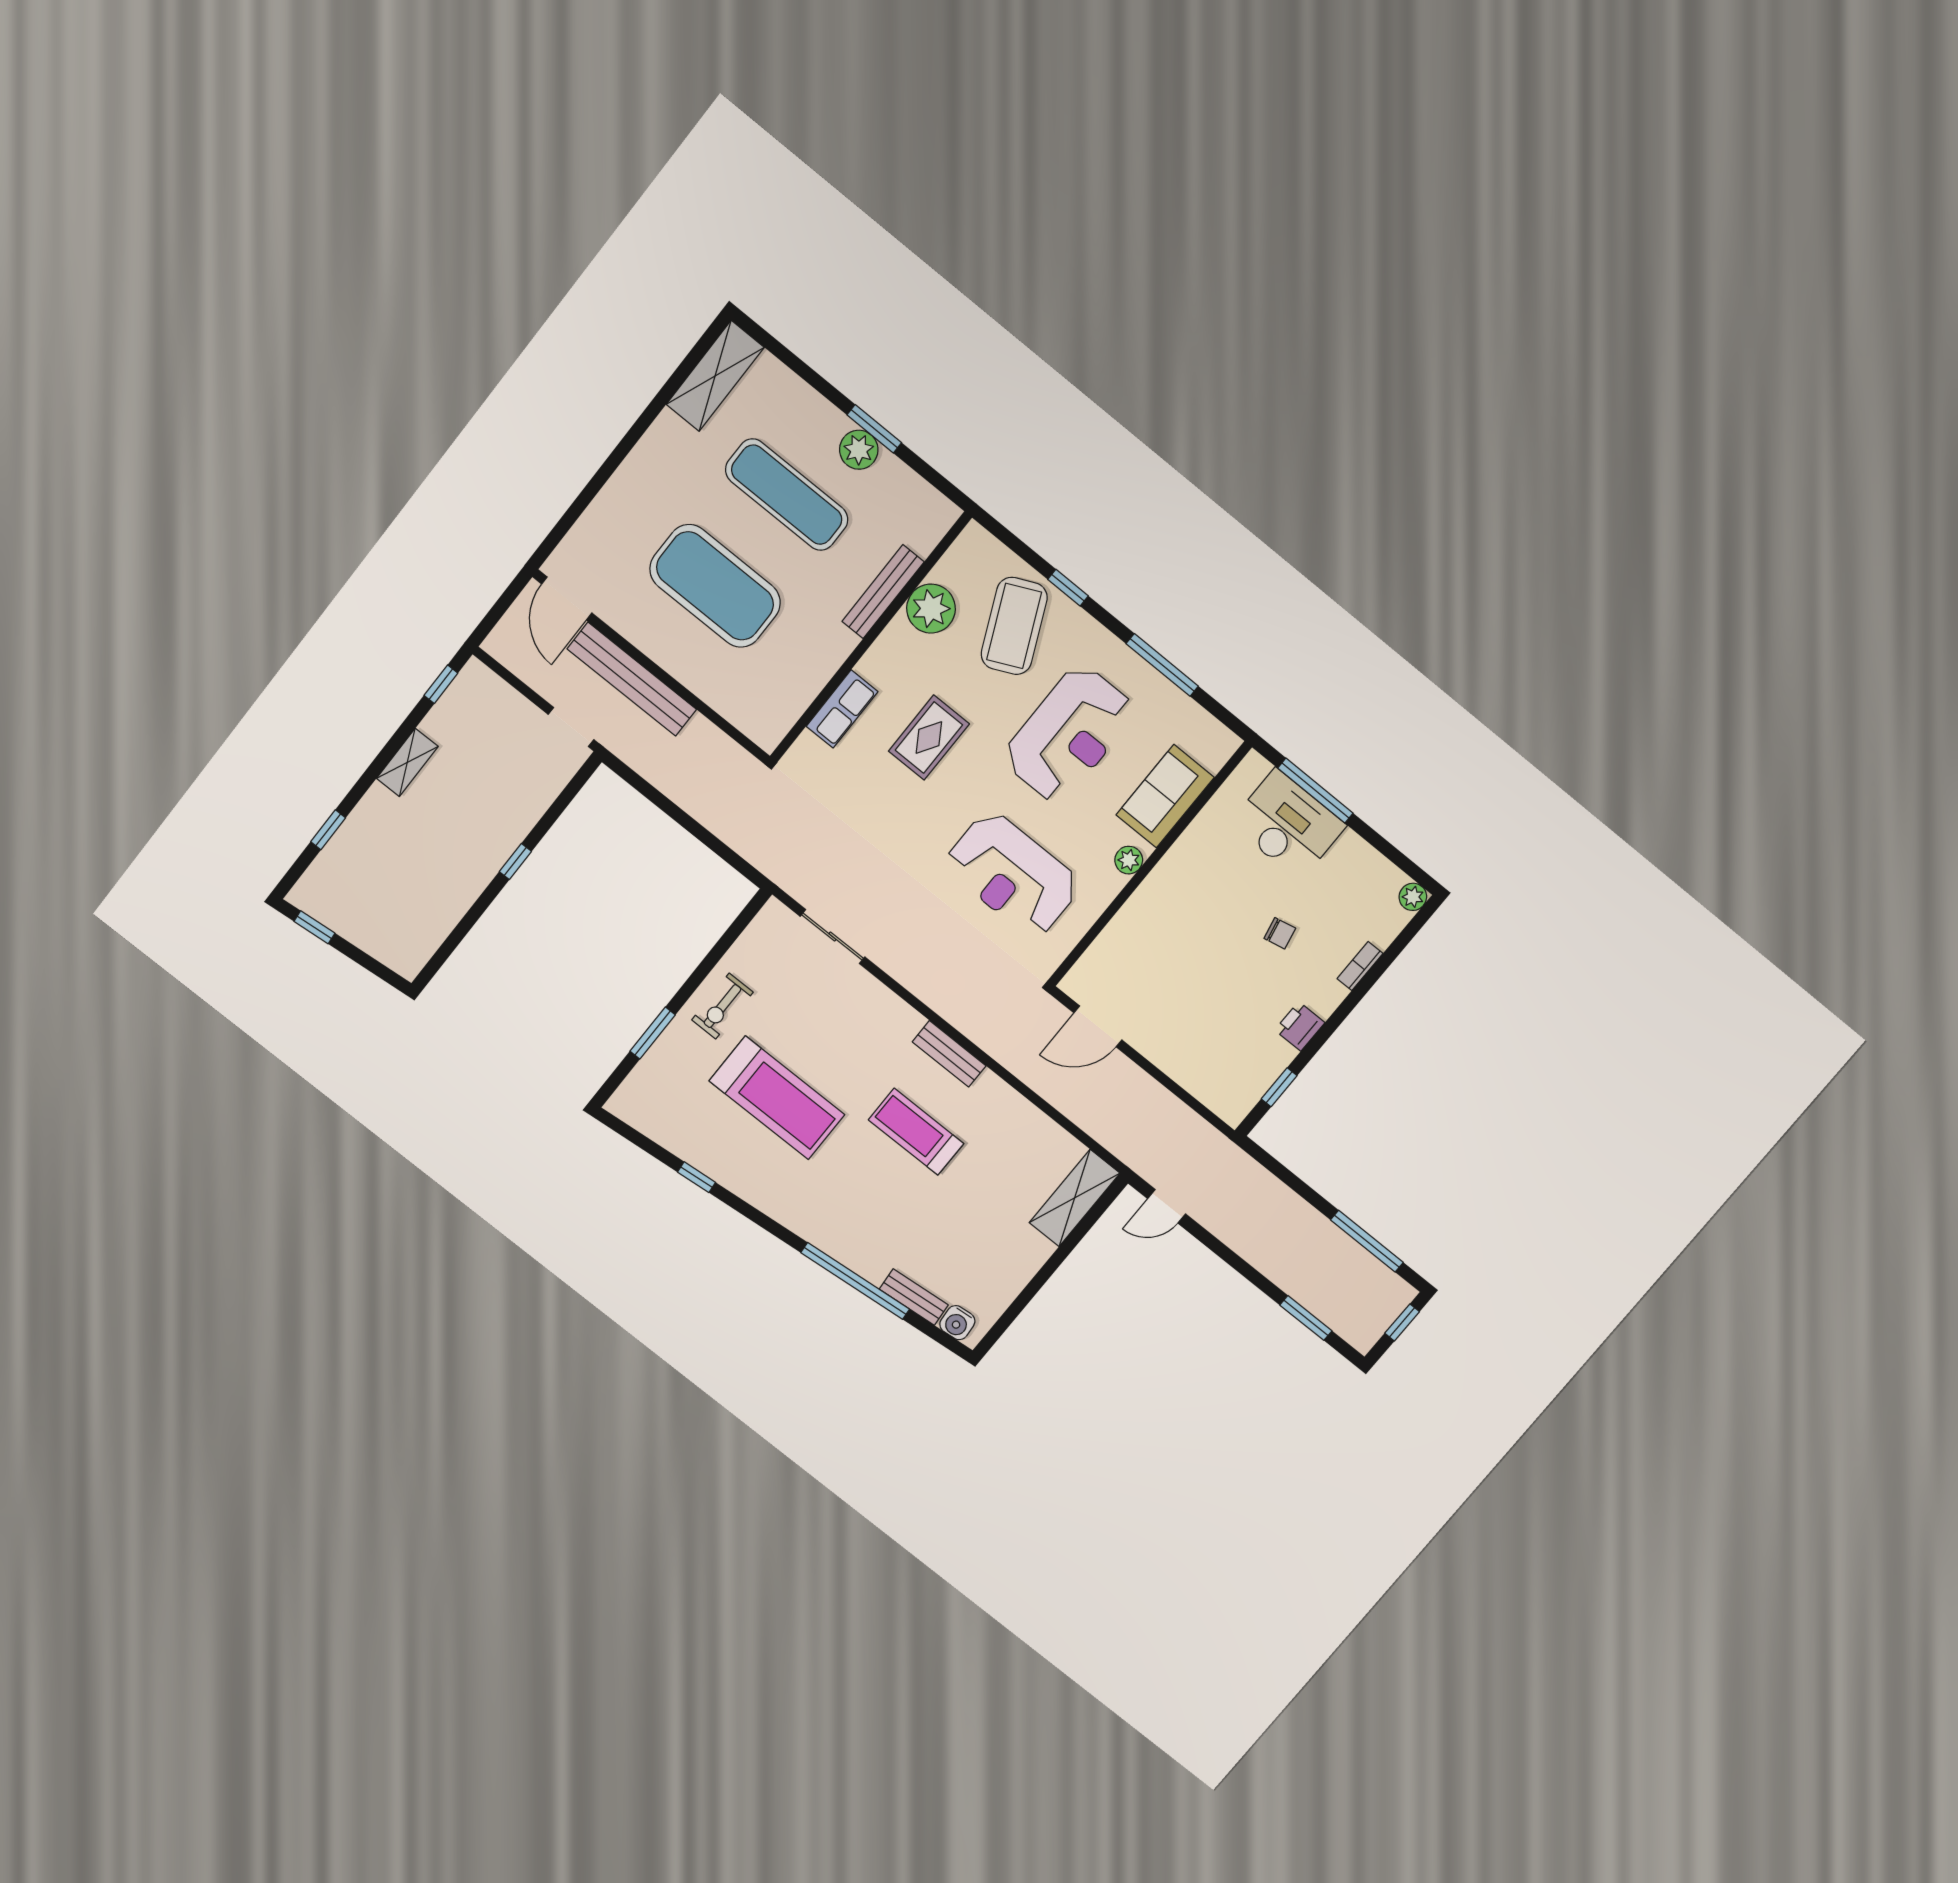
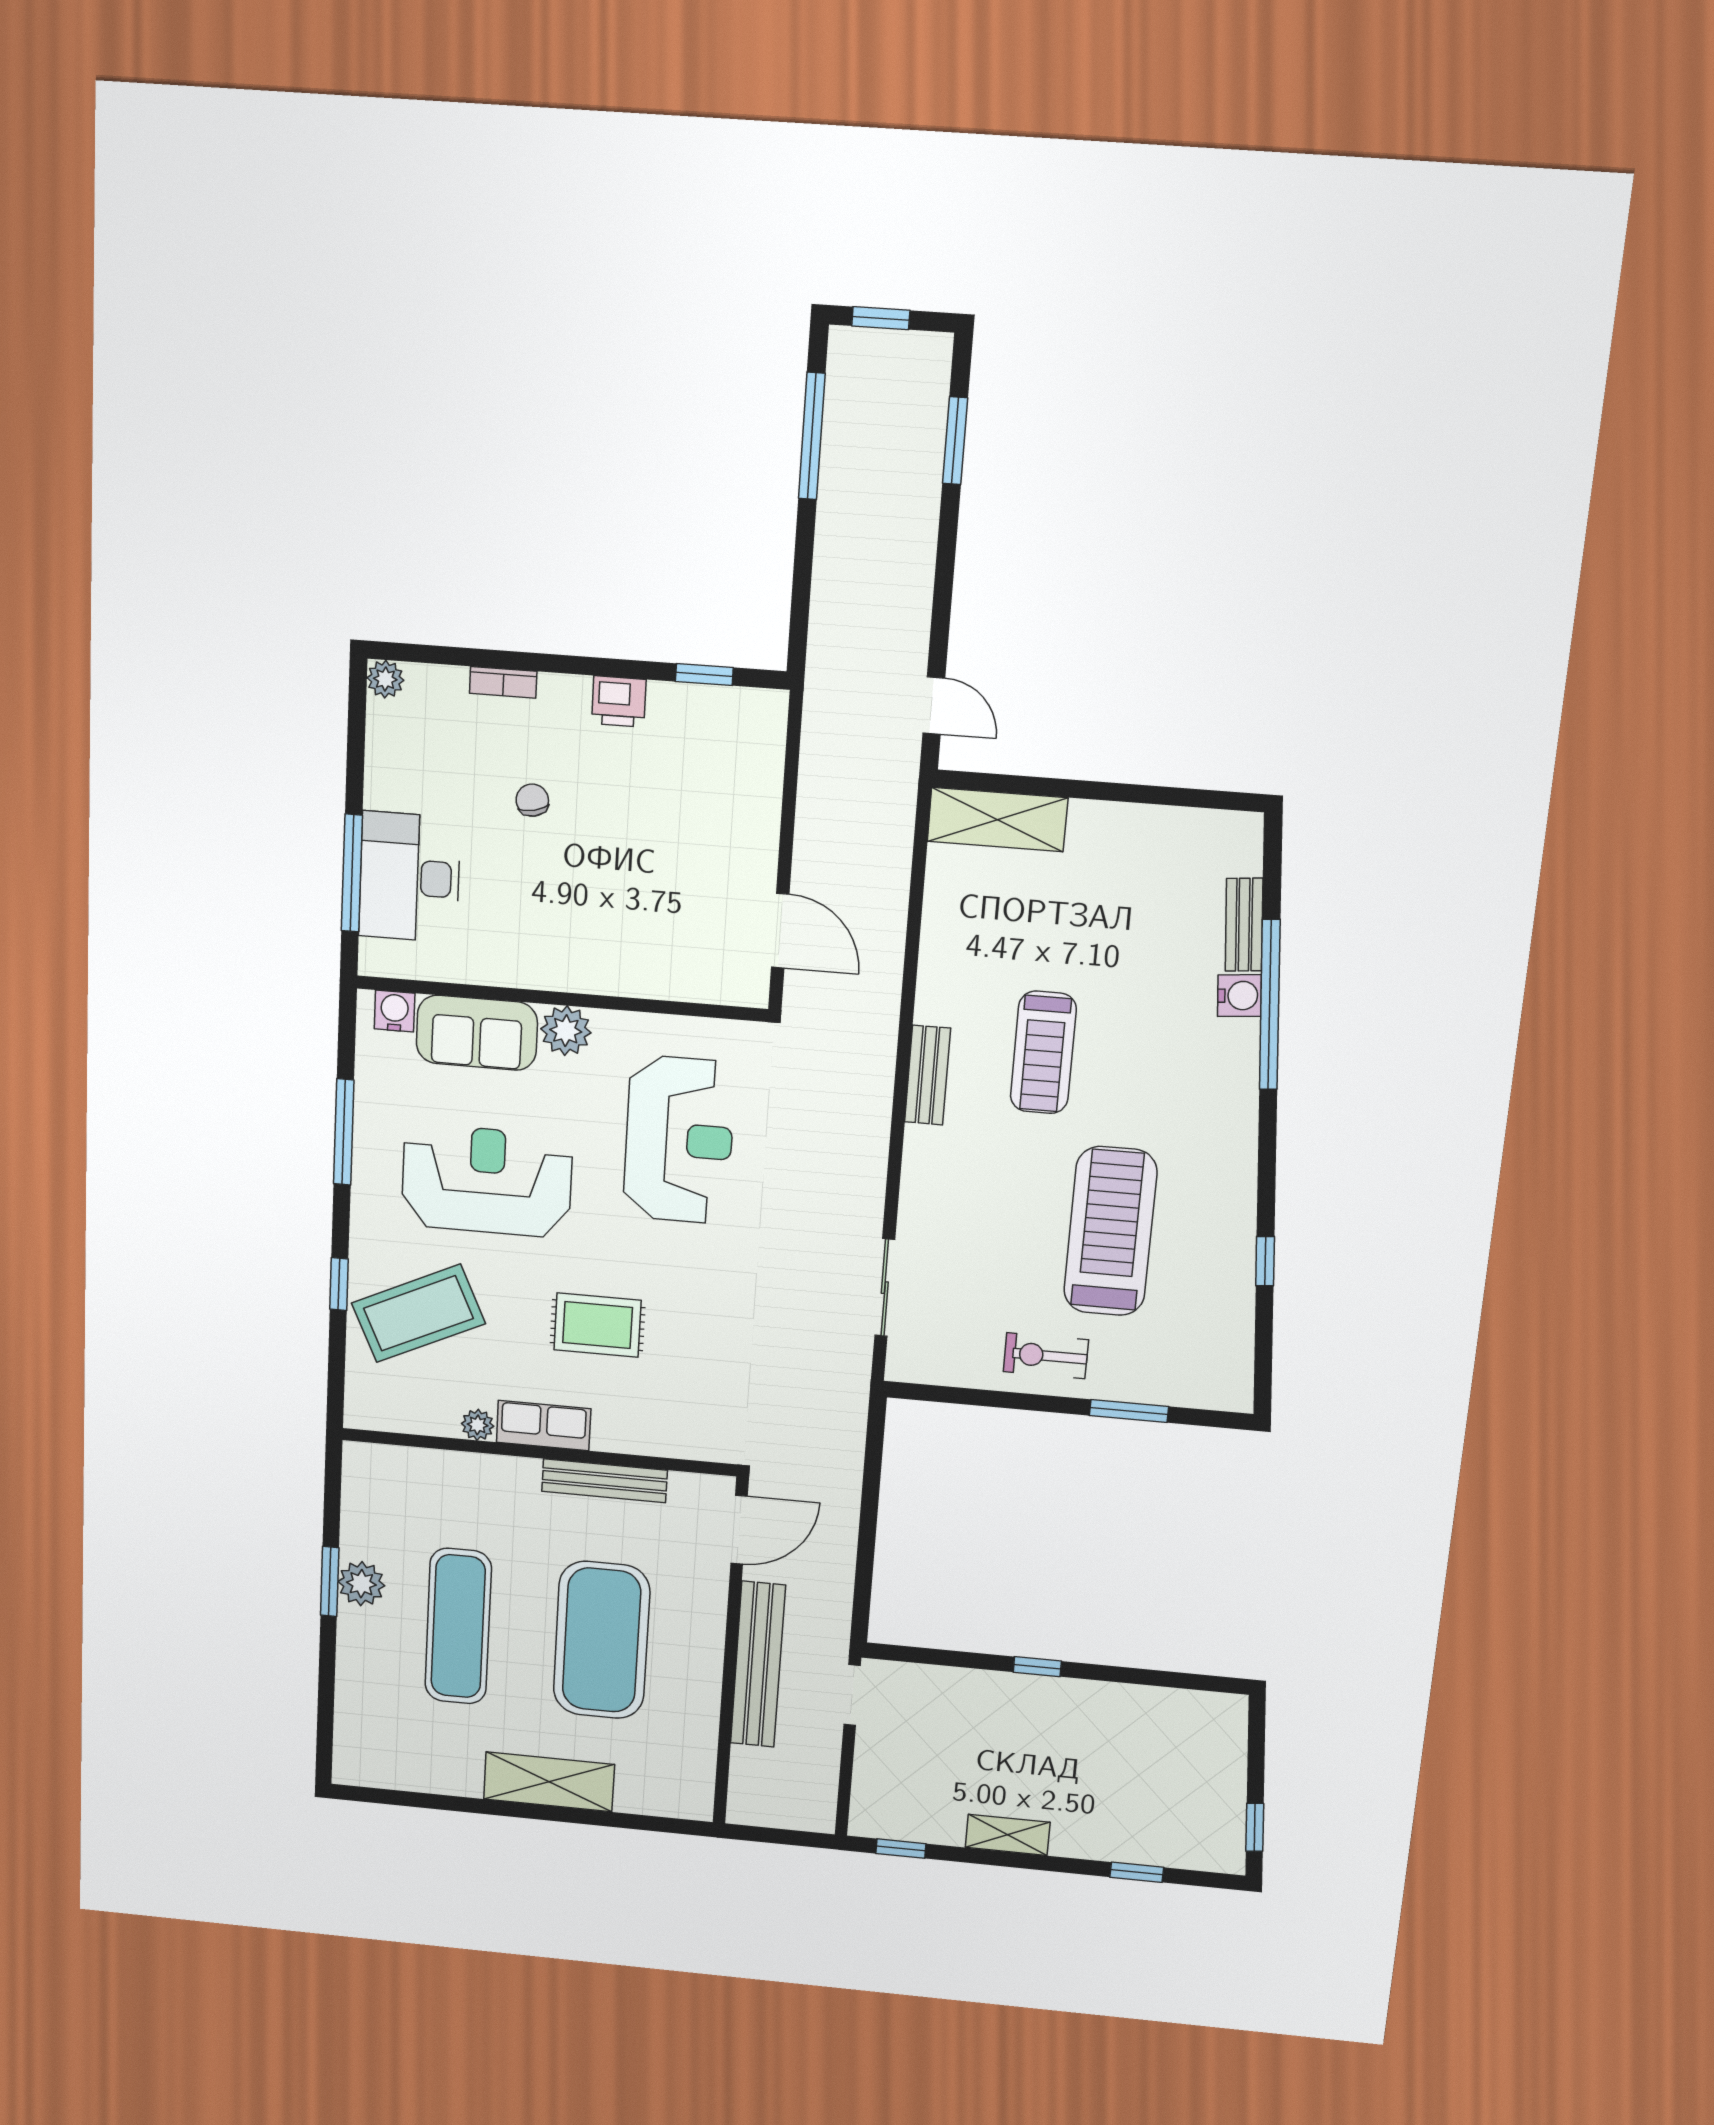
shelving: (715, 376) -> (549, 1782), moved
bench: (883, 592) -> (605, 1481), moved
door: (567, 598) -> (739, 1530), moved
plant: (931, 609) -> (478, 1425), width x0.53, depth x0.53
row of seats: (842, 709) -> (544, 1425), moved
water cooler: (1214, 754) -> (395, 1011), added
plant: (1129, 860) -> (566, 1031), width x1.38, depth x1.38
exercise bike: (722, 1006) -> (1046, 1356), turned 180
water cooler: (957, 1323) -> (1239, 996), moved

